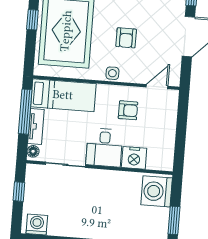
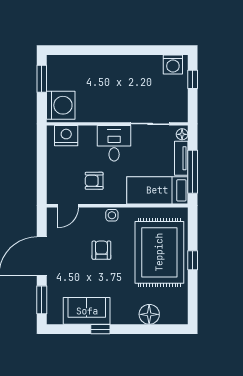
nightstand: (134, 158) -> (66, 136), moved
window: (19, 192) -> (193, 79), moved

